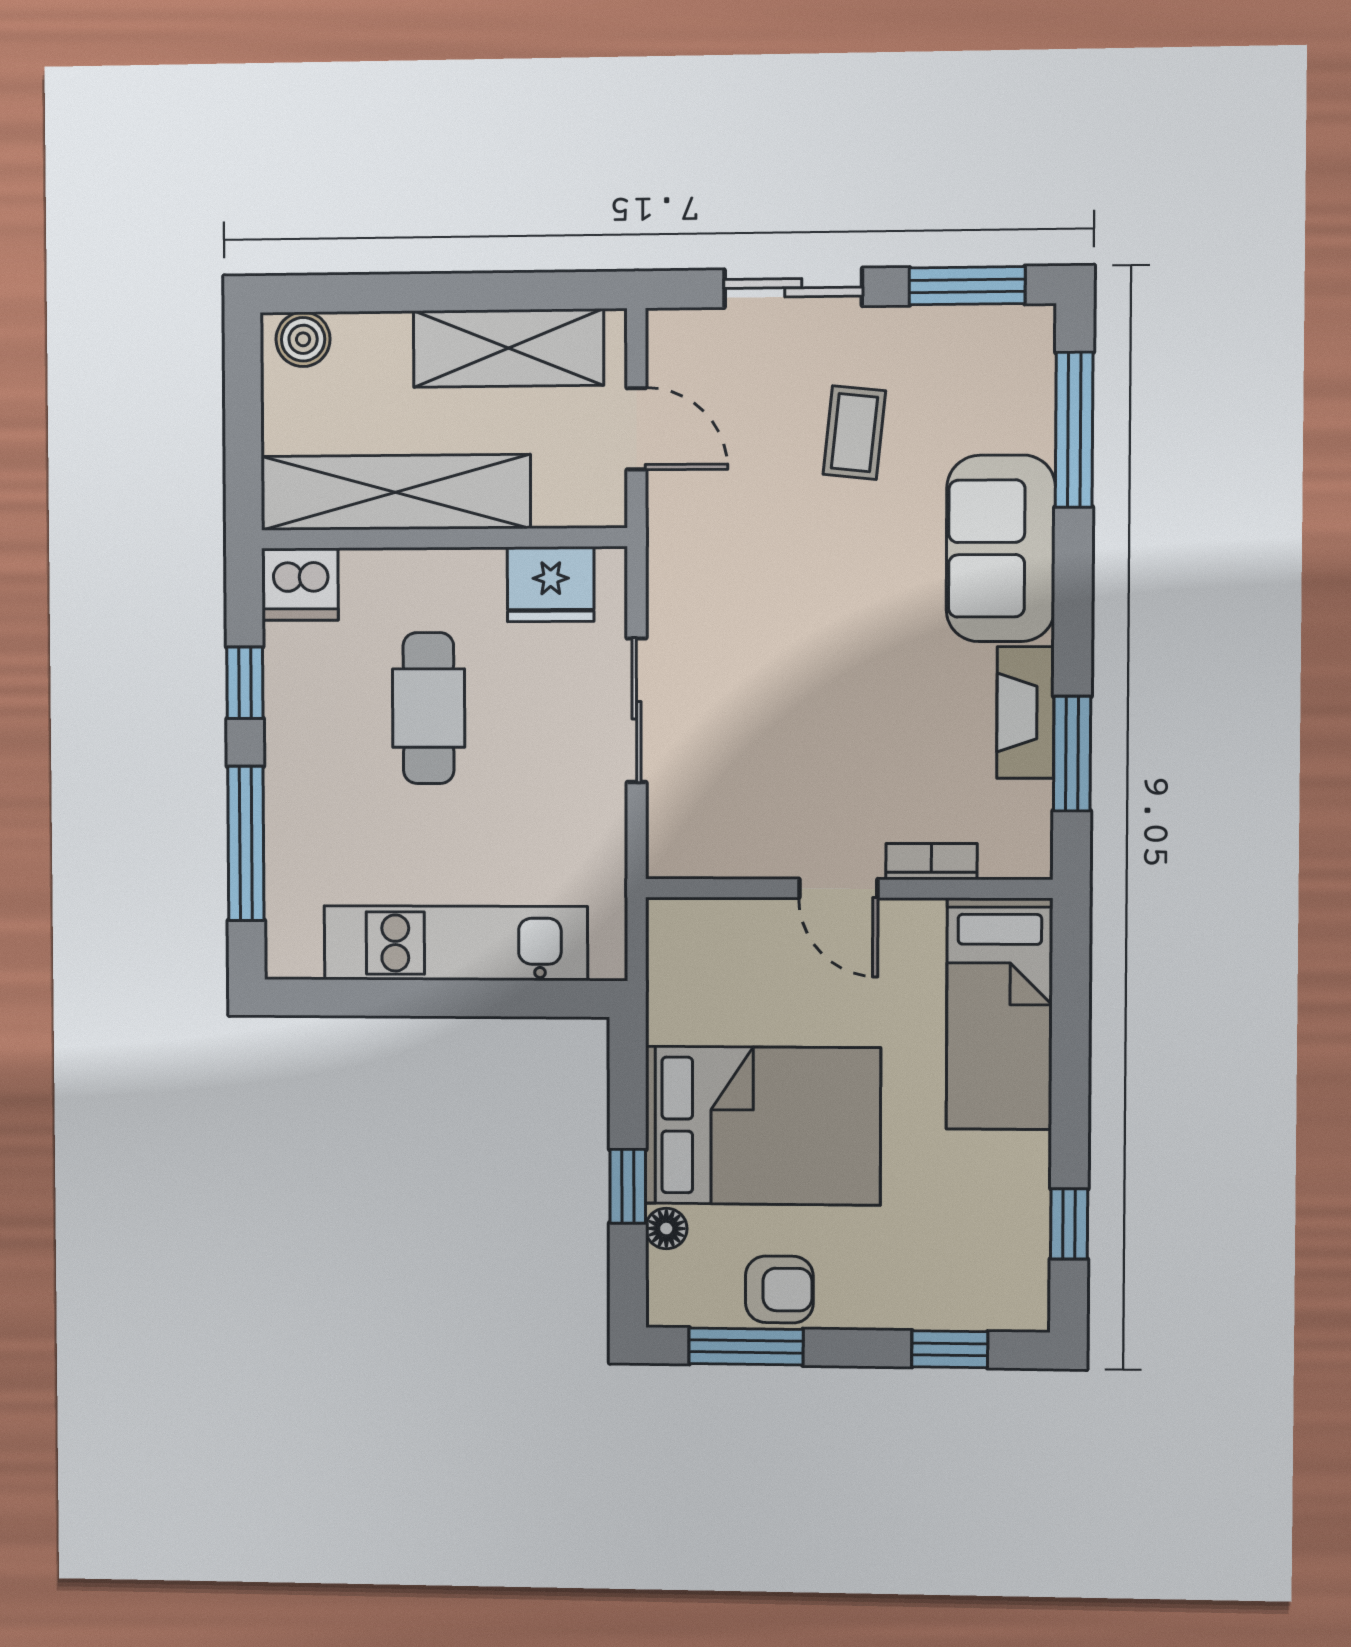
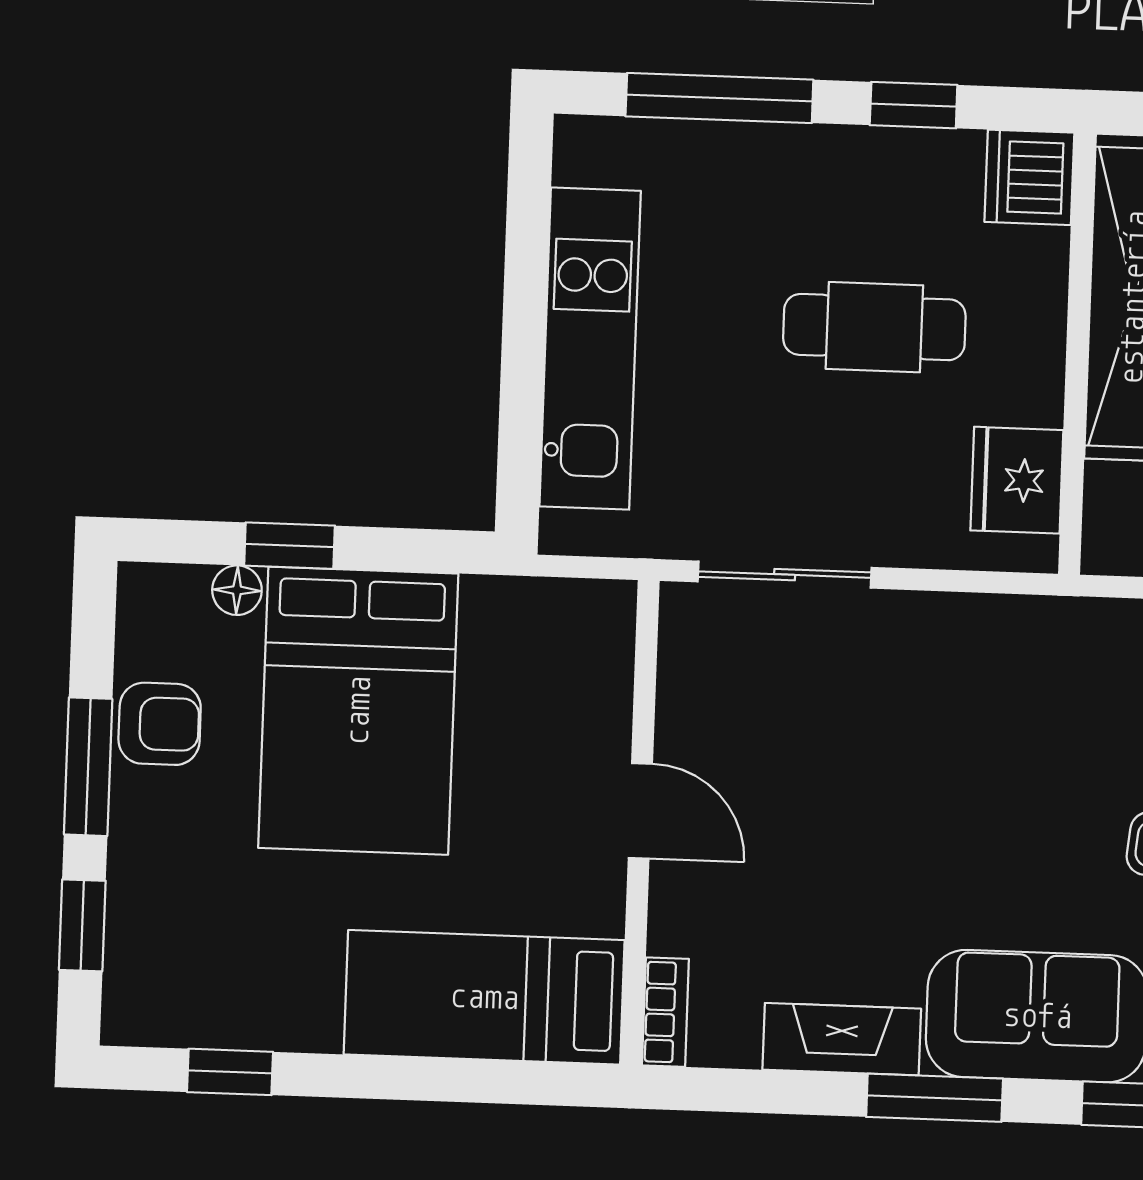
sliding door: (637, 710) -> (785, 575), moved
window: (1072, 754) -> (935, 1098), moved
bookcase: (931, 862) -> (665, 1012), moved
door: (838, 889) -> (640, 811), swing flipped
armchair: (779, 1289) -> (160, 724), turned -90
window: (746, 1347) -> (88, 767), moved

